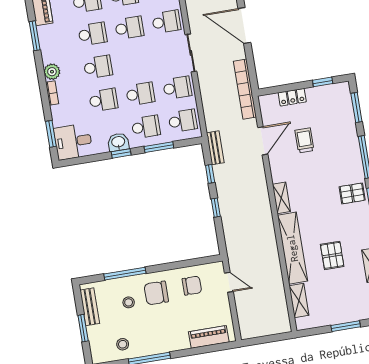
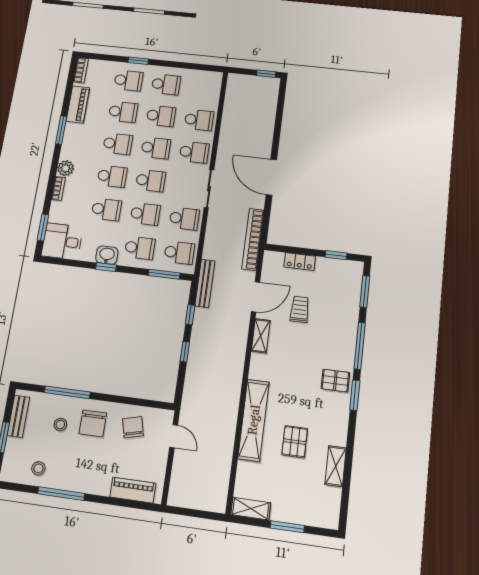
school desk: (135, 61) -> (151, 181), added
window: (159, 147) -> (164, 274), moved
bench: (215, 148) -> (205, 283), width x1.36
shelving: (281, 198) -> (261, 336), moved
chair: (192, 286) -> (133, 427), turned -104
chair: (156, 293) -> (93, 423), turned -90
shelving: (299, 301) -> (251, 509), moved, turned 90

